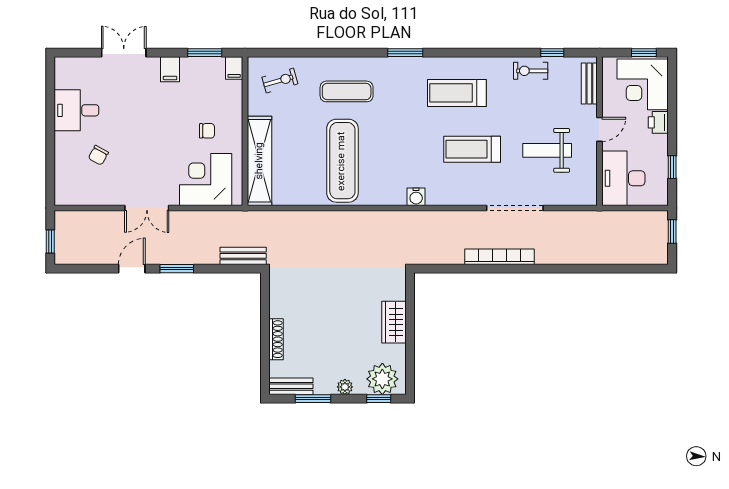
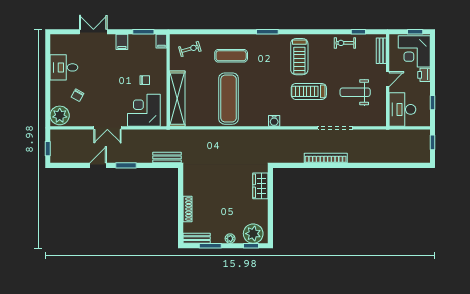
treadmill: (457, 93) -> (299, 57), turned -90
plant: (70, 188) -> (60, 115), added
wardrobe: (394, 322) -> (260, 186), moved

